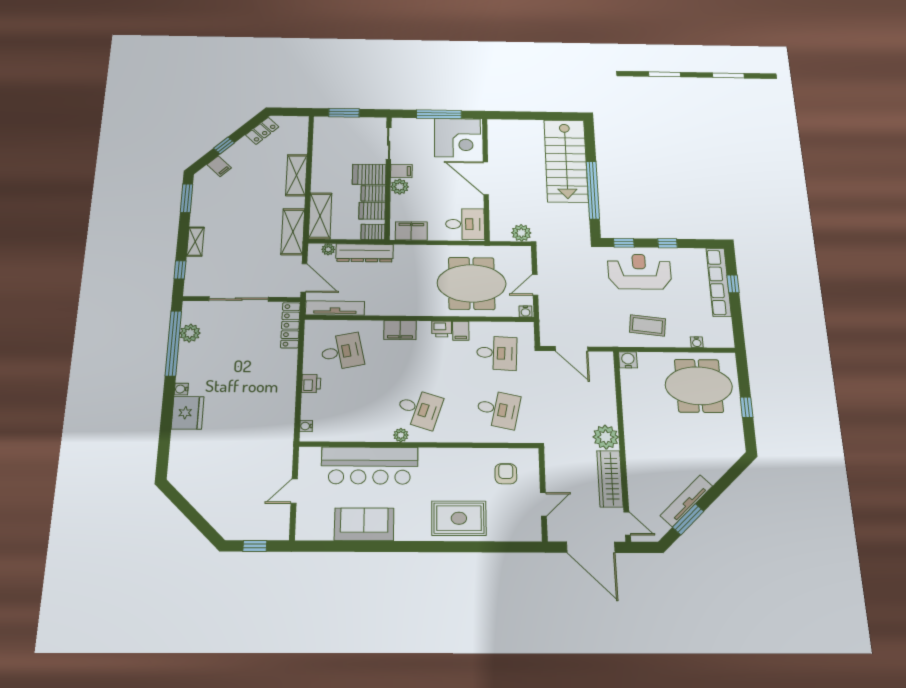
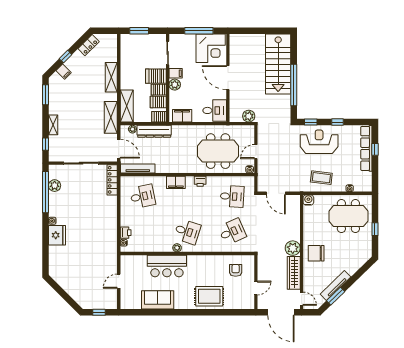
filing cabinet: (461, 331) -> (211, 182), removed
printer: (311, 383) -> (126, 233), moved
desk: (498, 409) -> (232, 232), turned -36
chair: (647, 446) -> (316, 253), added
bar counter: (370, 466) -> (167, 266), width x0.73

